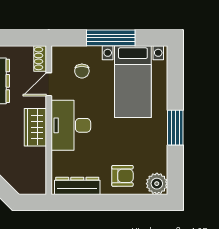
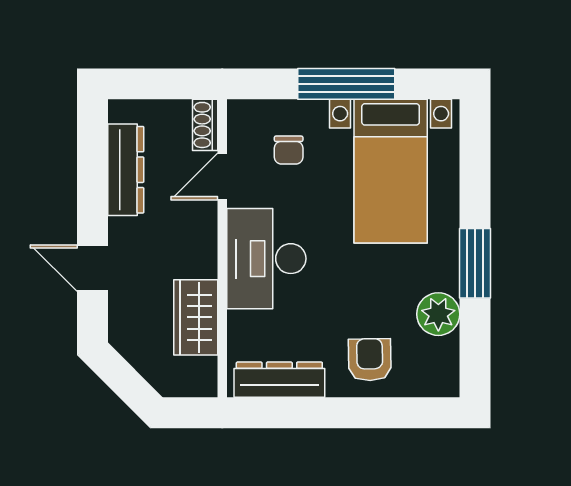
wardrobe: (35, 127) -> (196, 317), moved
armchair: (122, 176) -> (370, 360), turned -91
plant: (157, 184) -> (438, 314), moved

